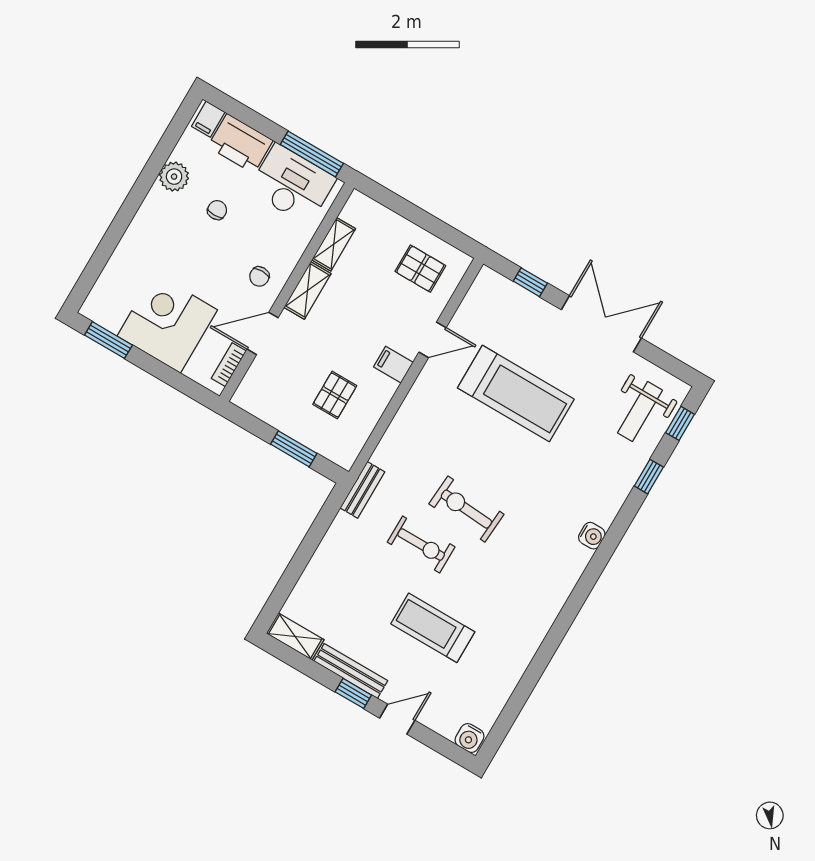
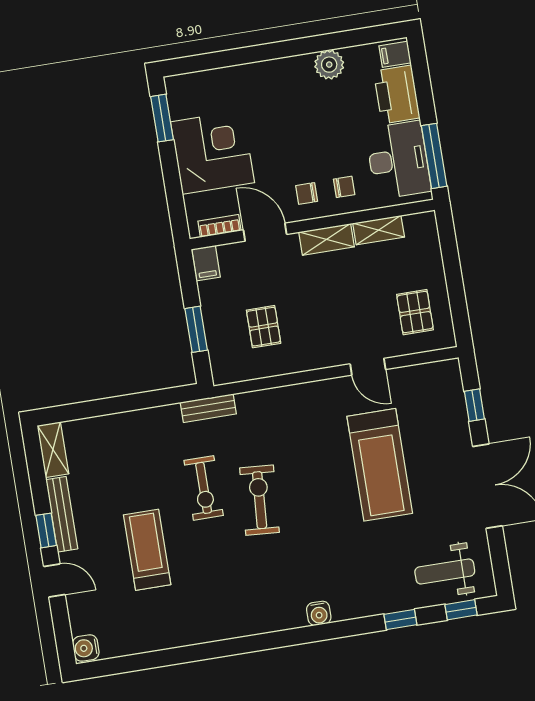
chair: (217, 210) -> (344, 187), moved
filing cabinet: (393, 365) -> (206, 263), moved, turned 180
pallet: (335, 395) -> (264, 327), turned 90

